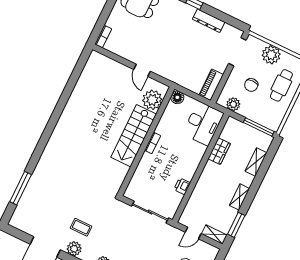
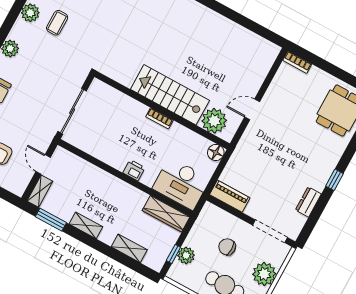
dresser: (209, 21) -> (308, 202), width x0.70
plant: (233, 104) -> (186, 255), moved
window: (259, 127) -> (173, 254), width x0.46
wardrobe: (219, 151) -> (166, 214), moved, width x1.50
printer: (182, 186) -> (134, 170), moved

